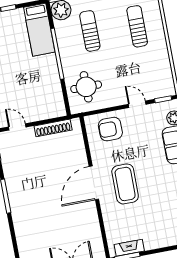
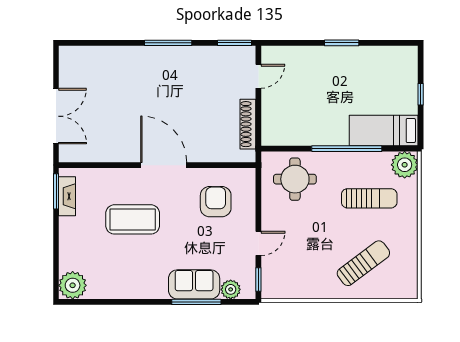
sun lounger: (137, 26) -> (363, 263), turned -37
armchair: (110, 129) -> (216, 202), moved
coffee table: (125, 184) -> (133, 219), moved

